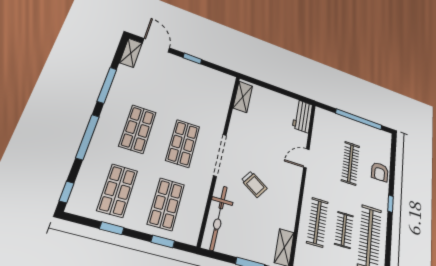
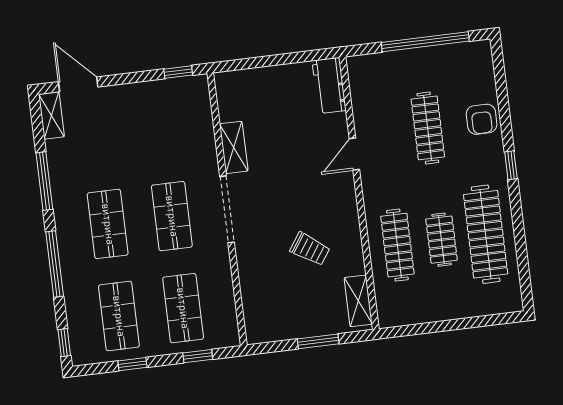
window: (192, 59) -> (178, 72), moved
shelving: (243, 97) -> (234, 147), moved
trolley: (254, 184) -> (310, 249), moved
bicycle: (219, 218) -> (256, 297), removed

